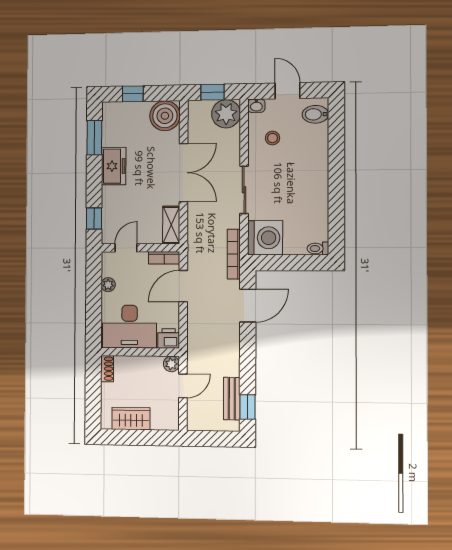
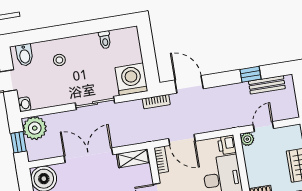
stool: (273, 138) -> (59, 60), moved
toilet: (318, 249) -> (105, 40), moved
bookcase: (234, 254) -> (156, 102), width x0.64
door: (183, 386) -> (263, 127), hinge flipped
window: (248, 407) -> (251, 74), moved

